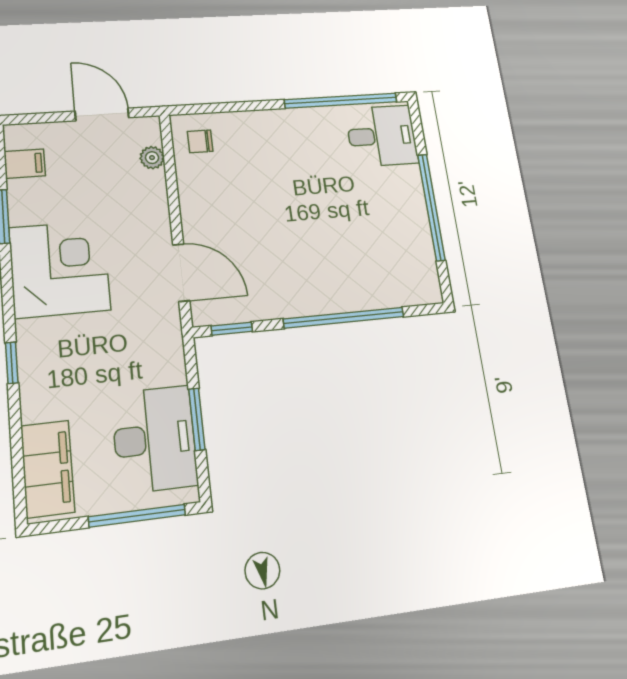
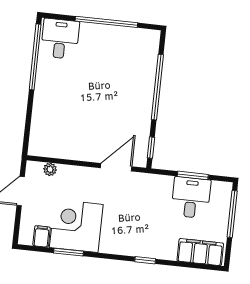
chair: (200, 141) -> (45, 141), removed
corner desk: (60, 269) -> (76, 226), moved
desk: (155, 439) -> (191, 198), width x0.73

